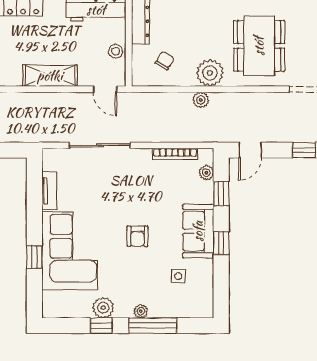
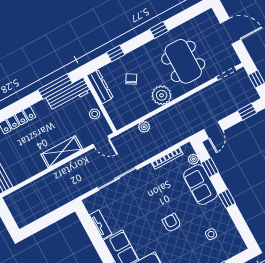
chair: (165, 60) -> (131, 79), moved
plant: (201, 100) -> (144, 127), moved
sofa: (198, 231) -> (200, 185), moved
armchair: (137, 236) -> (172, 223), turned 180

